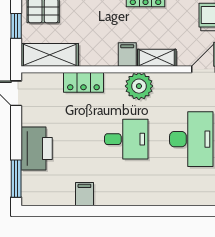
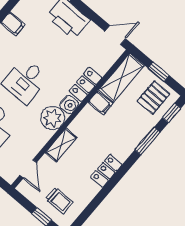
filing cabinet: (127, 54) -> (100, 103), moved
water cooler: (114, 82) -> (69, 105), added

